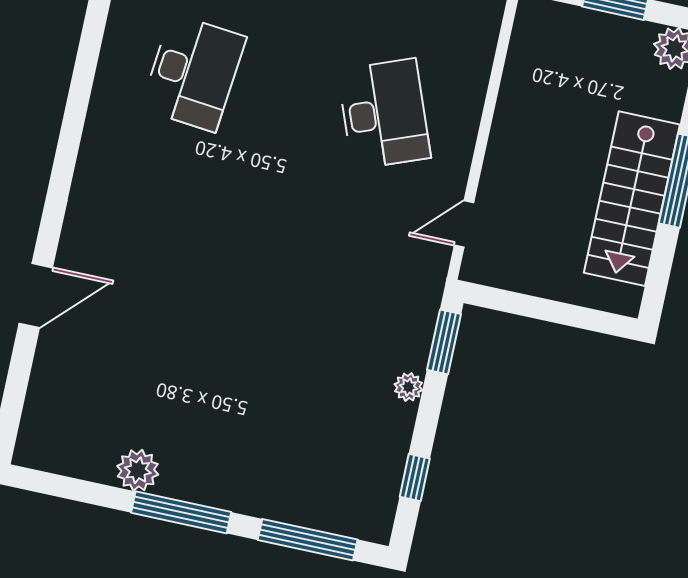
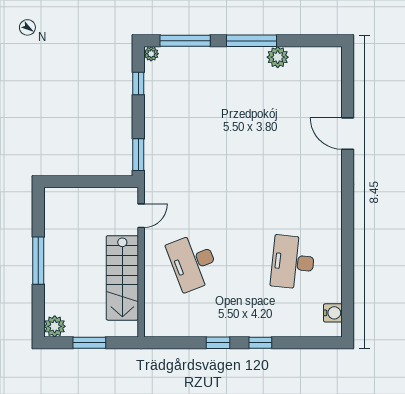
stairs: (632, 199) -> (122, 278), moved, turned 180
door: (36, 295) -> (348, 134), hinge flipped
plant: (409, 387) -> (151, 54), moved

